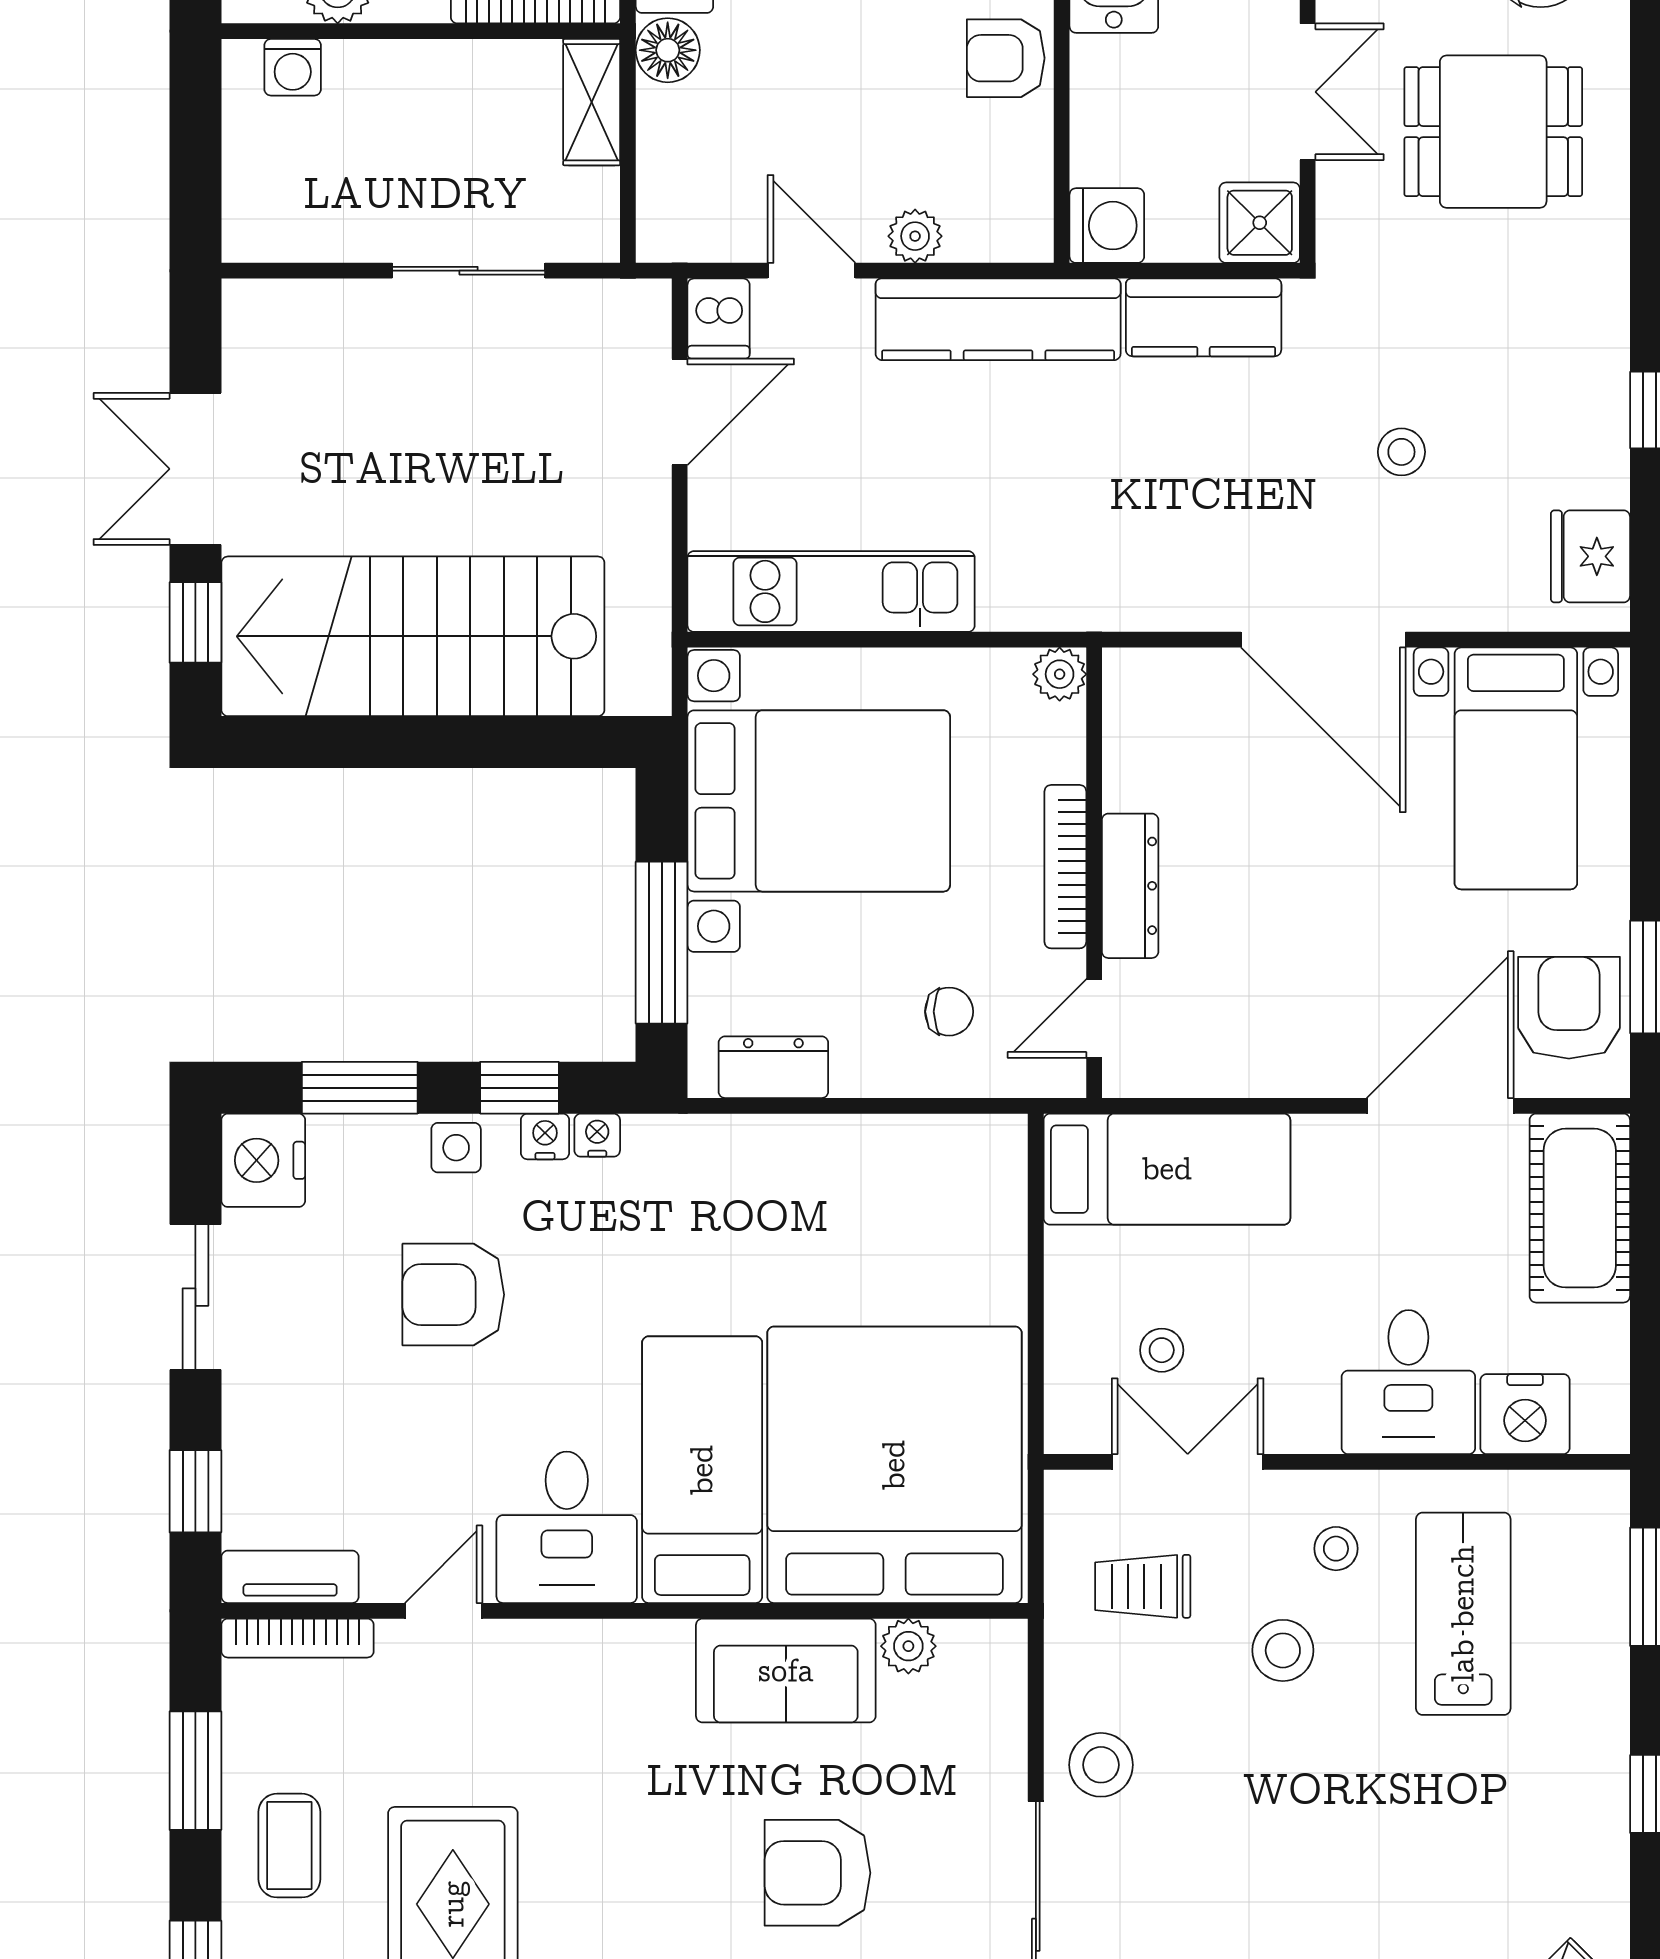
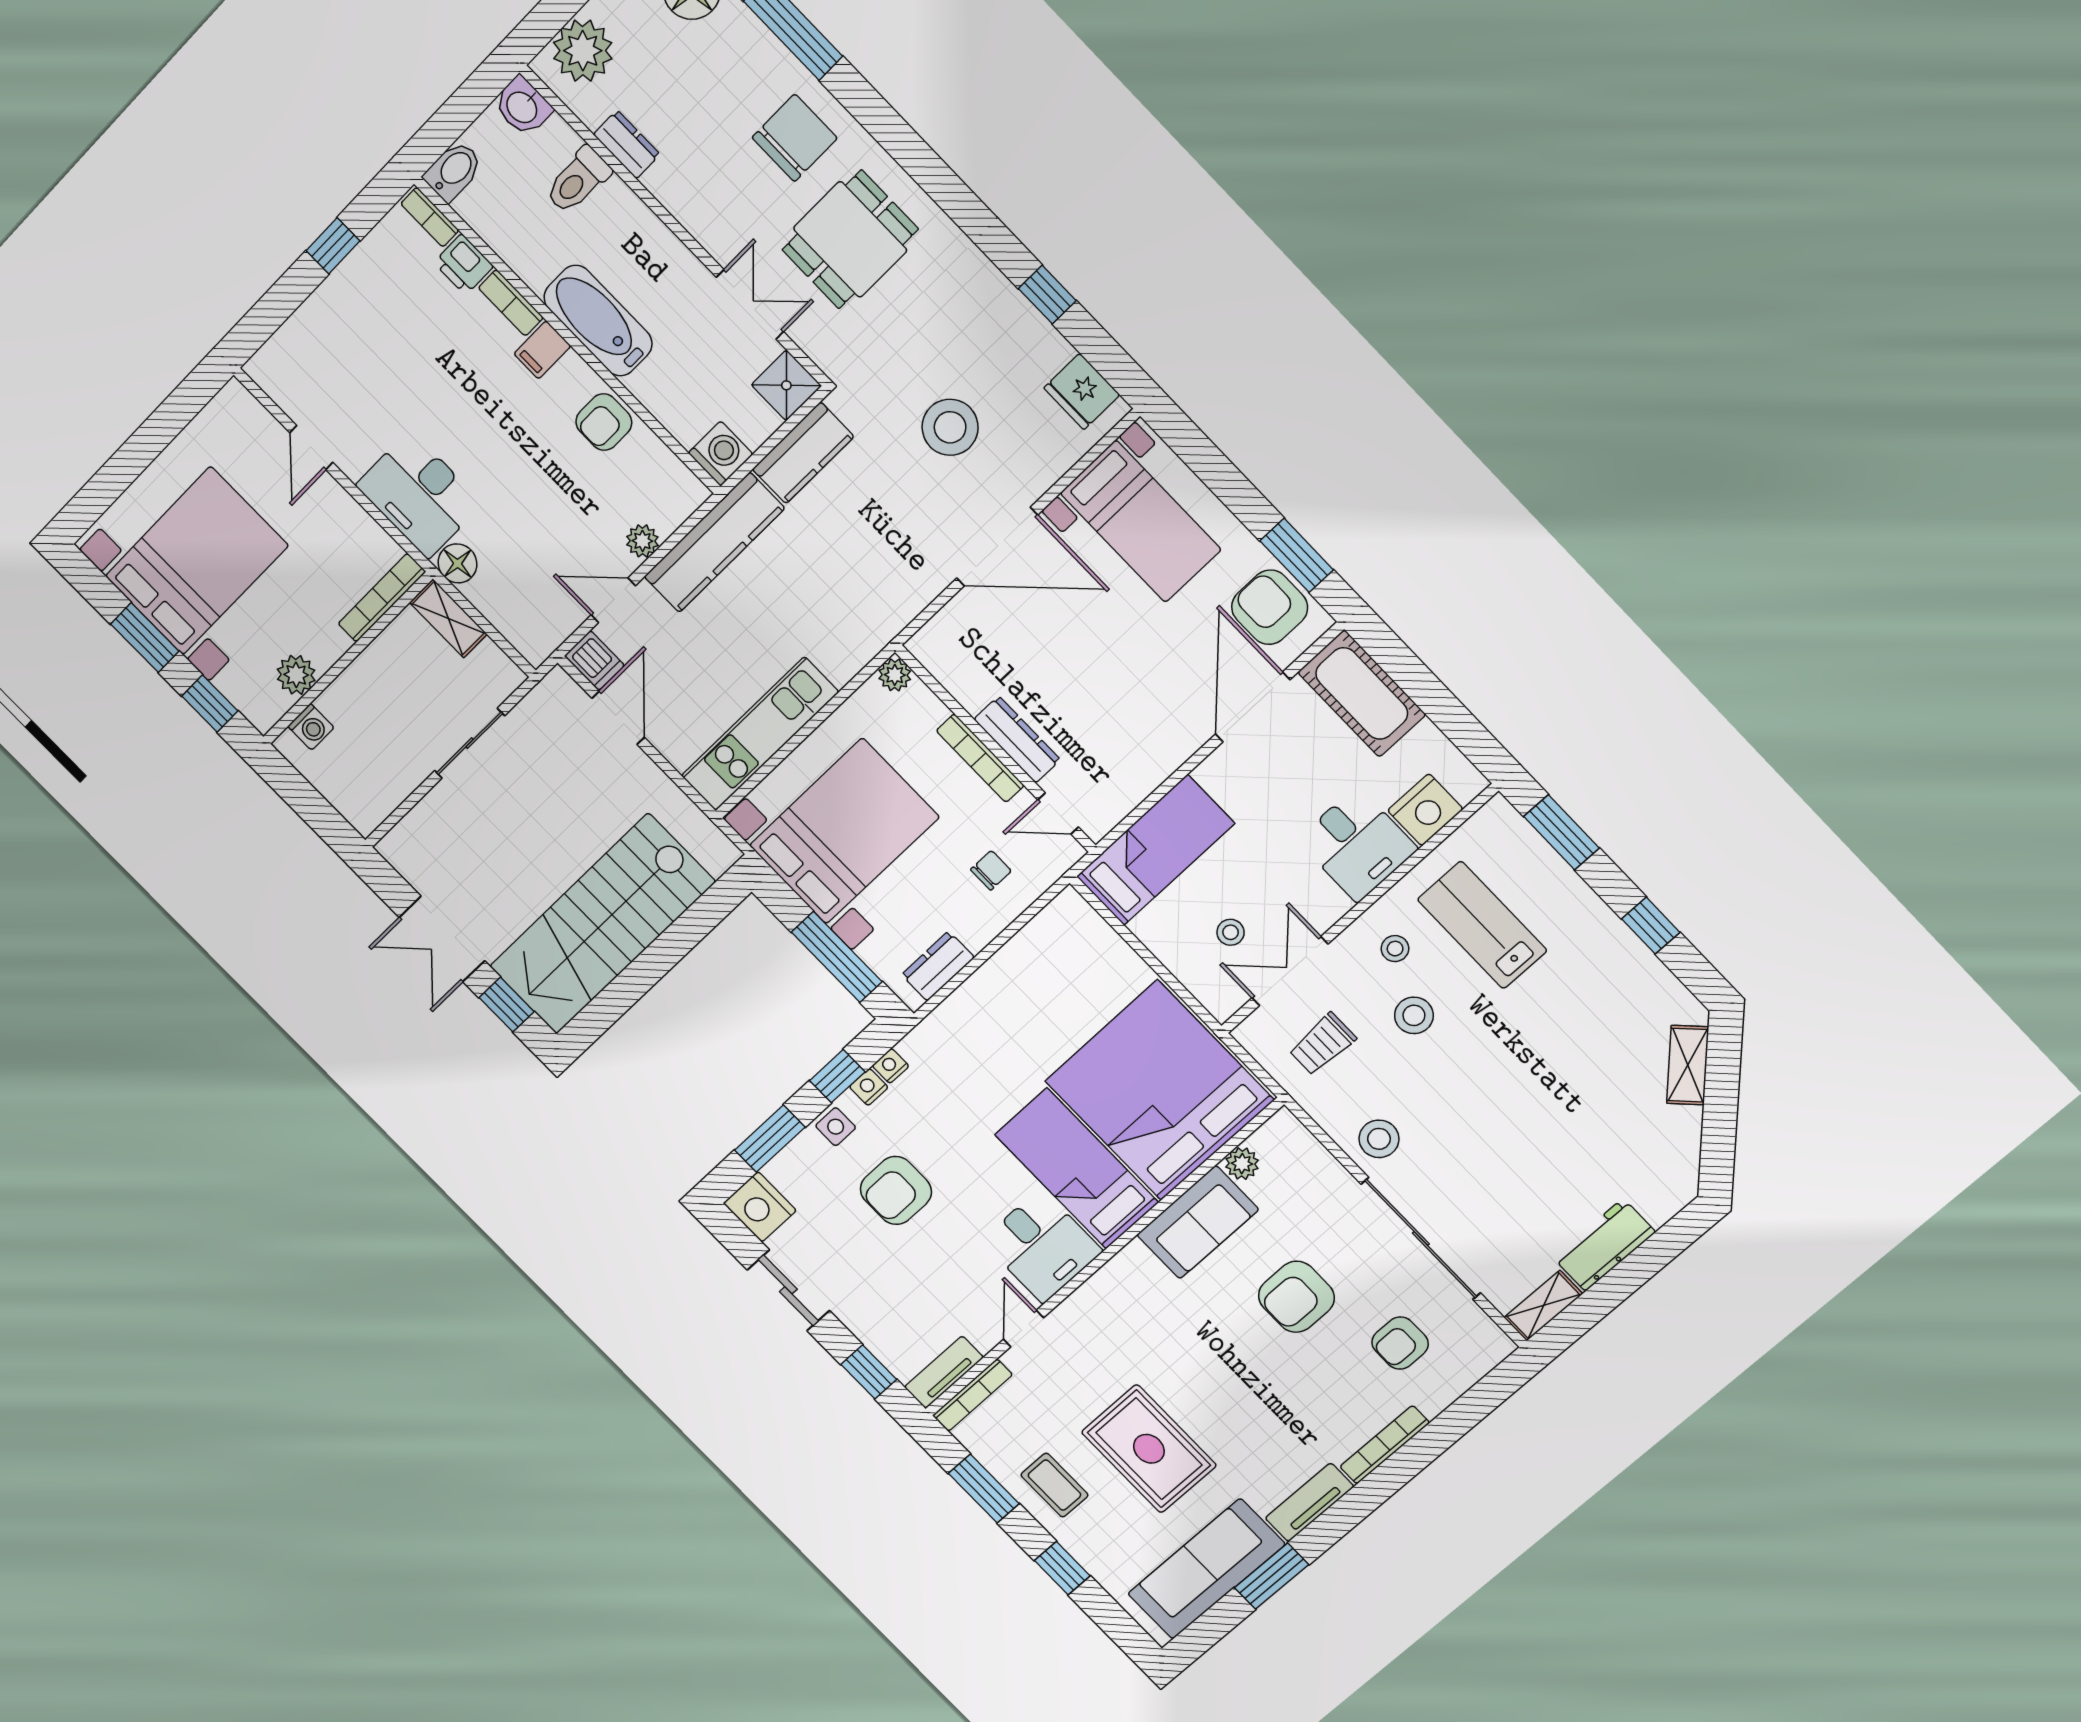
stool: (1401, 452) -> (950, 427), width x1.89, depth x1.89
door: (1094, 1018) -> (1058, 813), hinge flipped

